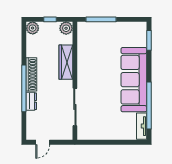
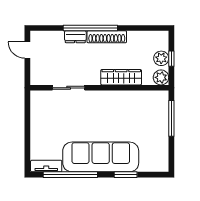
plant: (33, 28) -> (161, 58), moved
window: (149, 40) -> (126, 175), moved
sliding door: (75, 107) -> (69, 88), width x0.73

